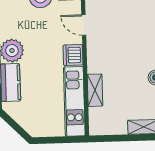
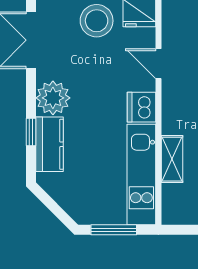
window: (56, 140) -> (114, 230), added

